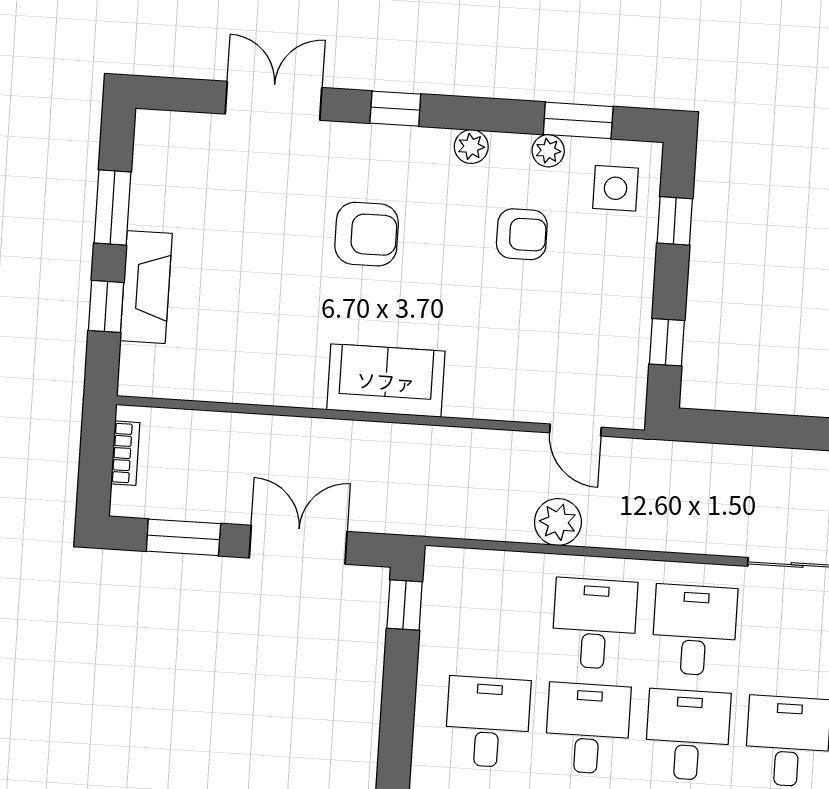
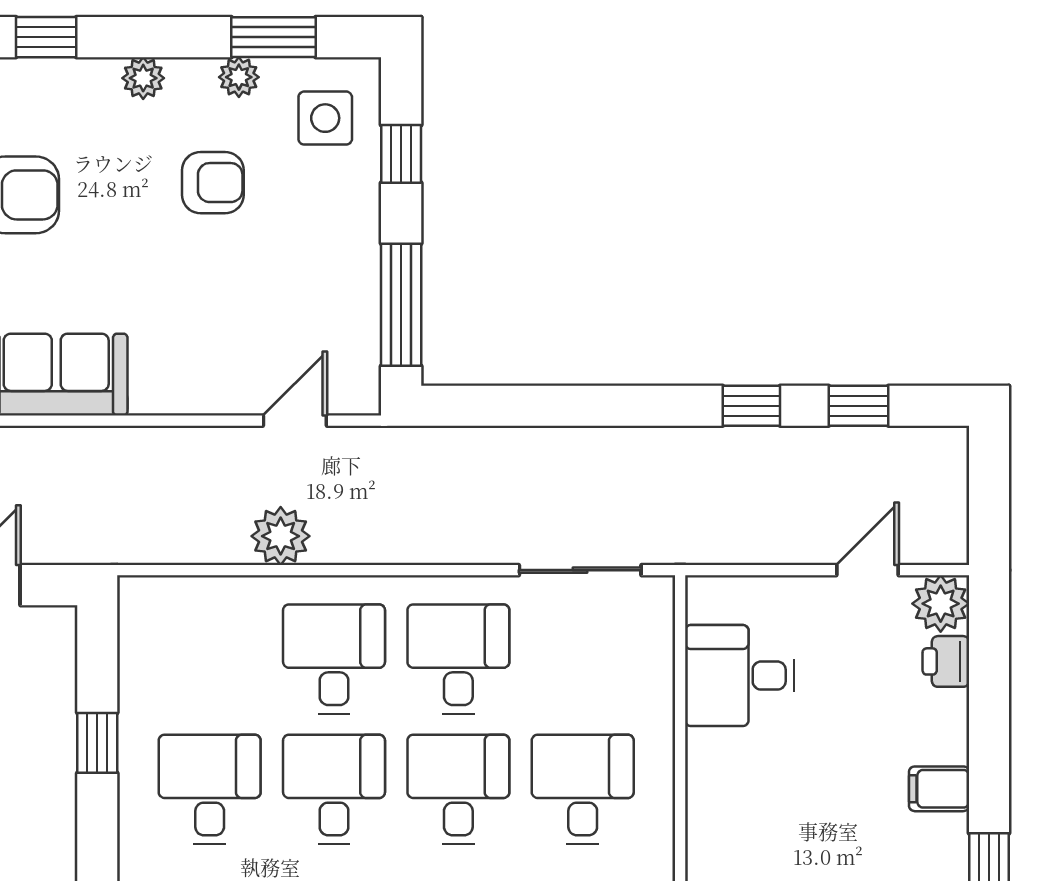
window: (667, 342) -> (401, 305), width x2.17
door: (575, 430) -> (295, 421), swing flipped
window: (405, 605) -> (97, 743), moved

